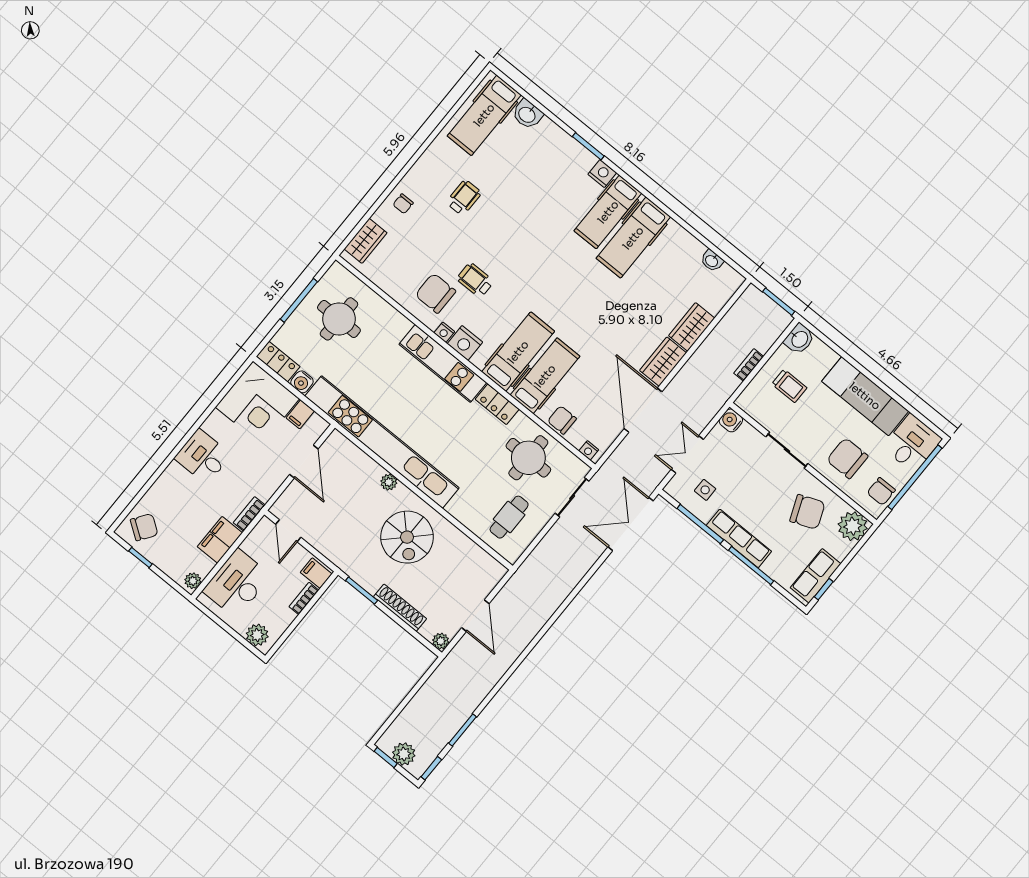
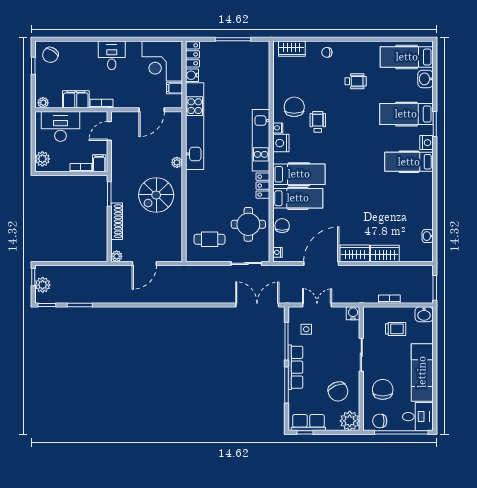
hospital bed: (633, 238) -> (406, 114), moved
round table: (339, 319) -> (240, 68), removed
trolley: (789, 386) -> (396, 329), turned -90
kitchen unit: (382, 442) -> (195, 126), width x0.73
chair: (144, 527) -> (50, 55), turned 87

